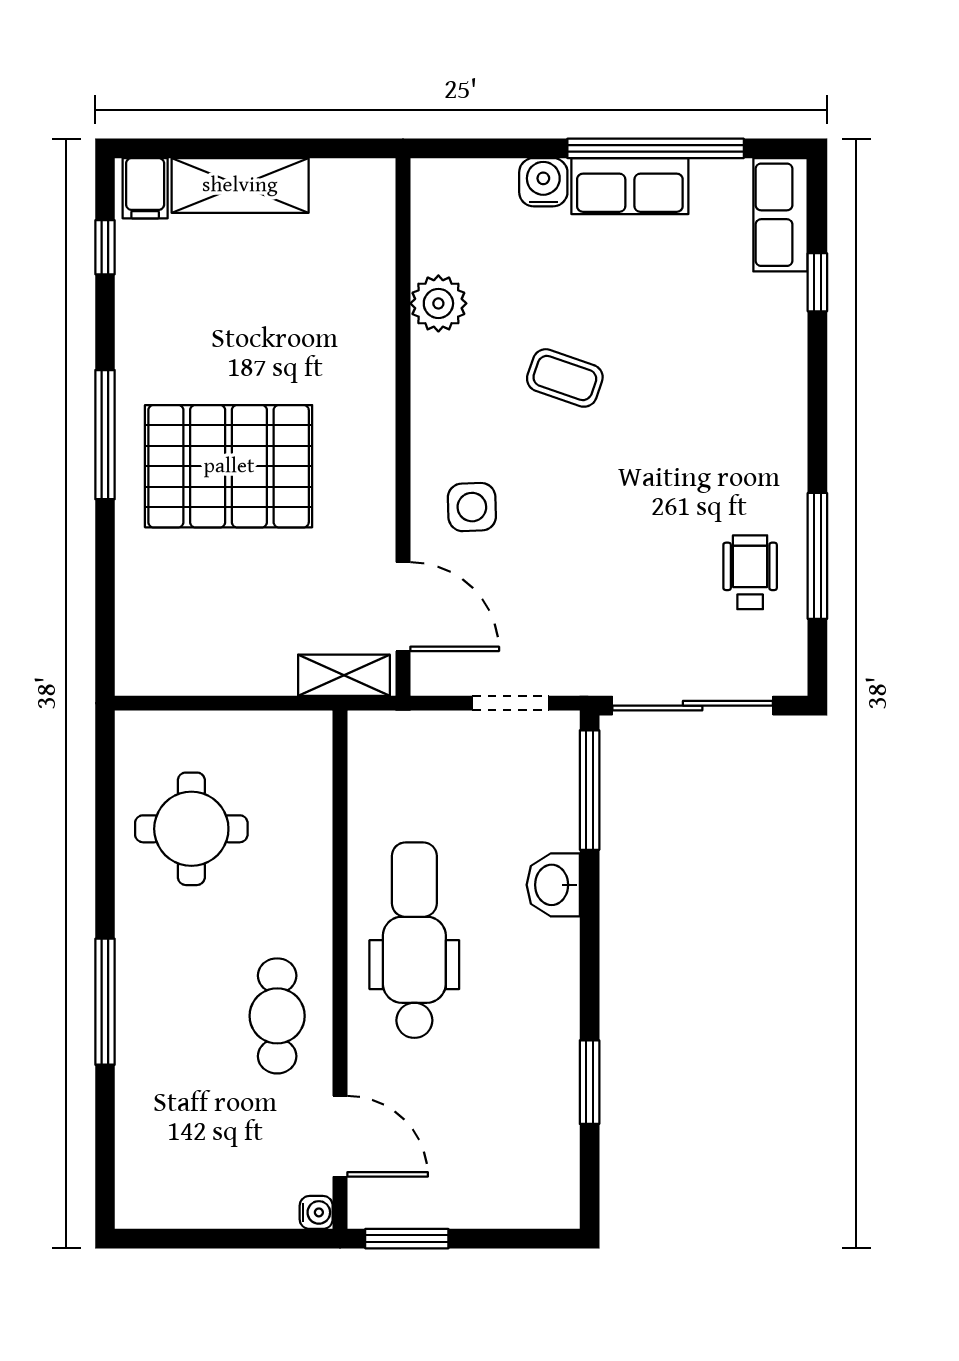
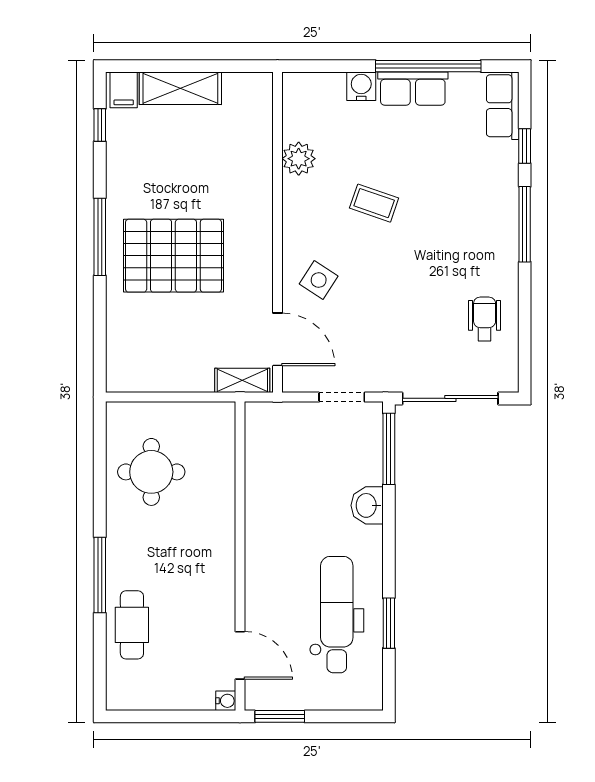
side table: (472, 507) -> (319, 280), turned 35
window: (817, 556) -> (525, 224), moved
dental chair: (414, 940) -> (337, 615), moved
cafe table: (277, 1016) -> (132, 625), moved

